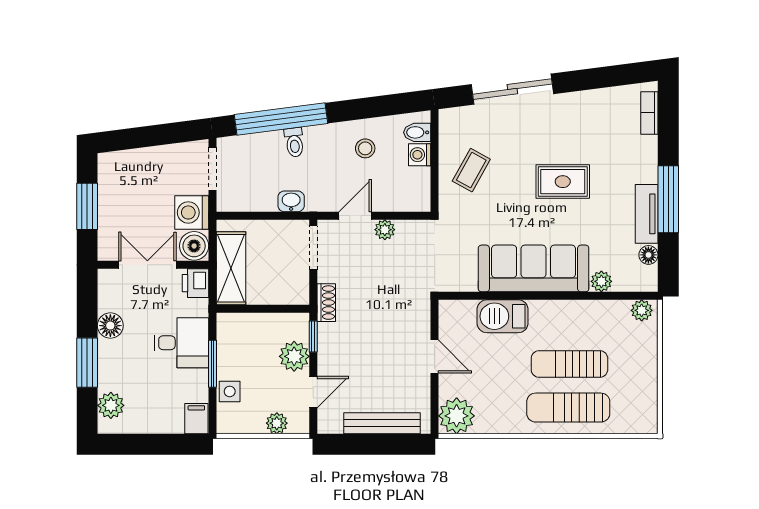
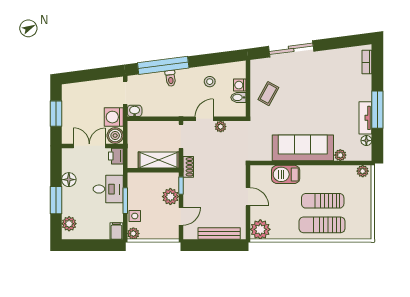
bidet: (417, 132) -> (238, 97), moved
rug: (563, 182) -> (319, 100), removed
washbasin: (291, 201) -> (135, 111), moved
shelving: (231, 268) -> (159, 160), moved, turned 90
plant: (277, 423) -> (133, 234), moved

